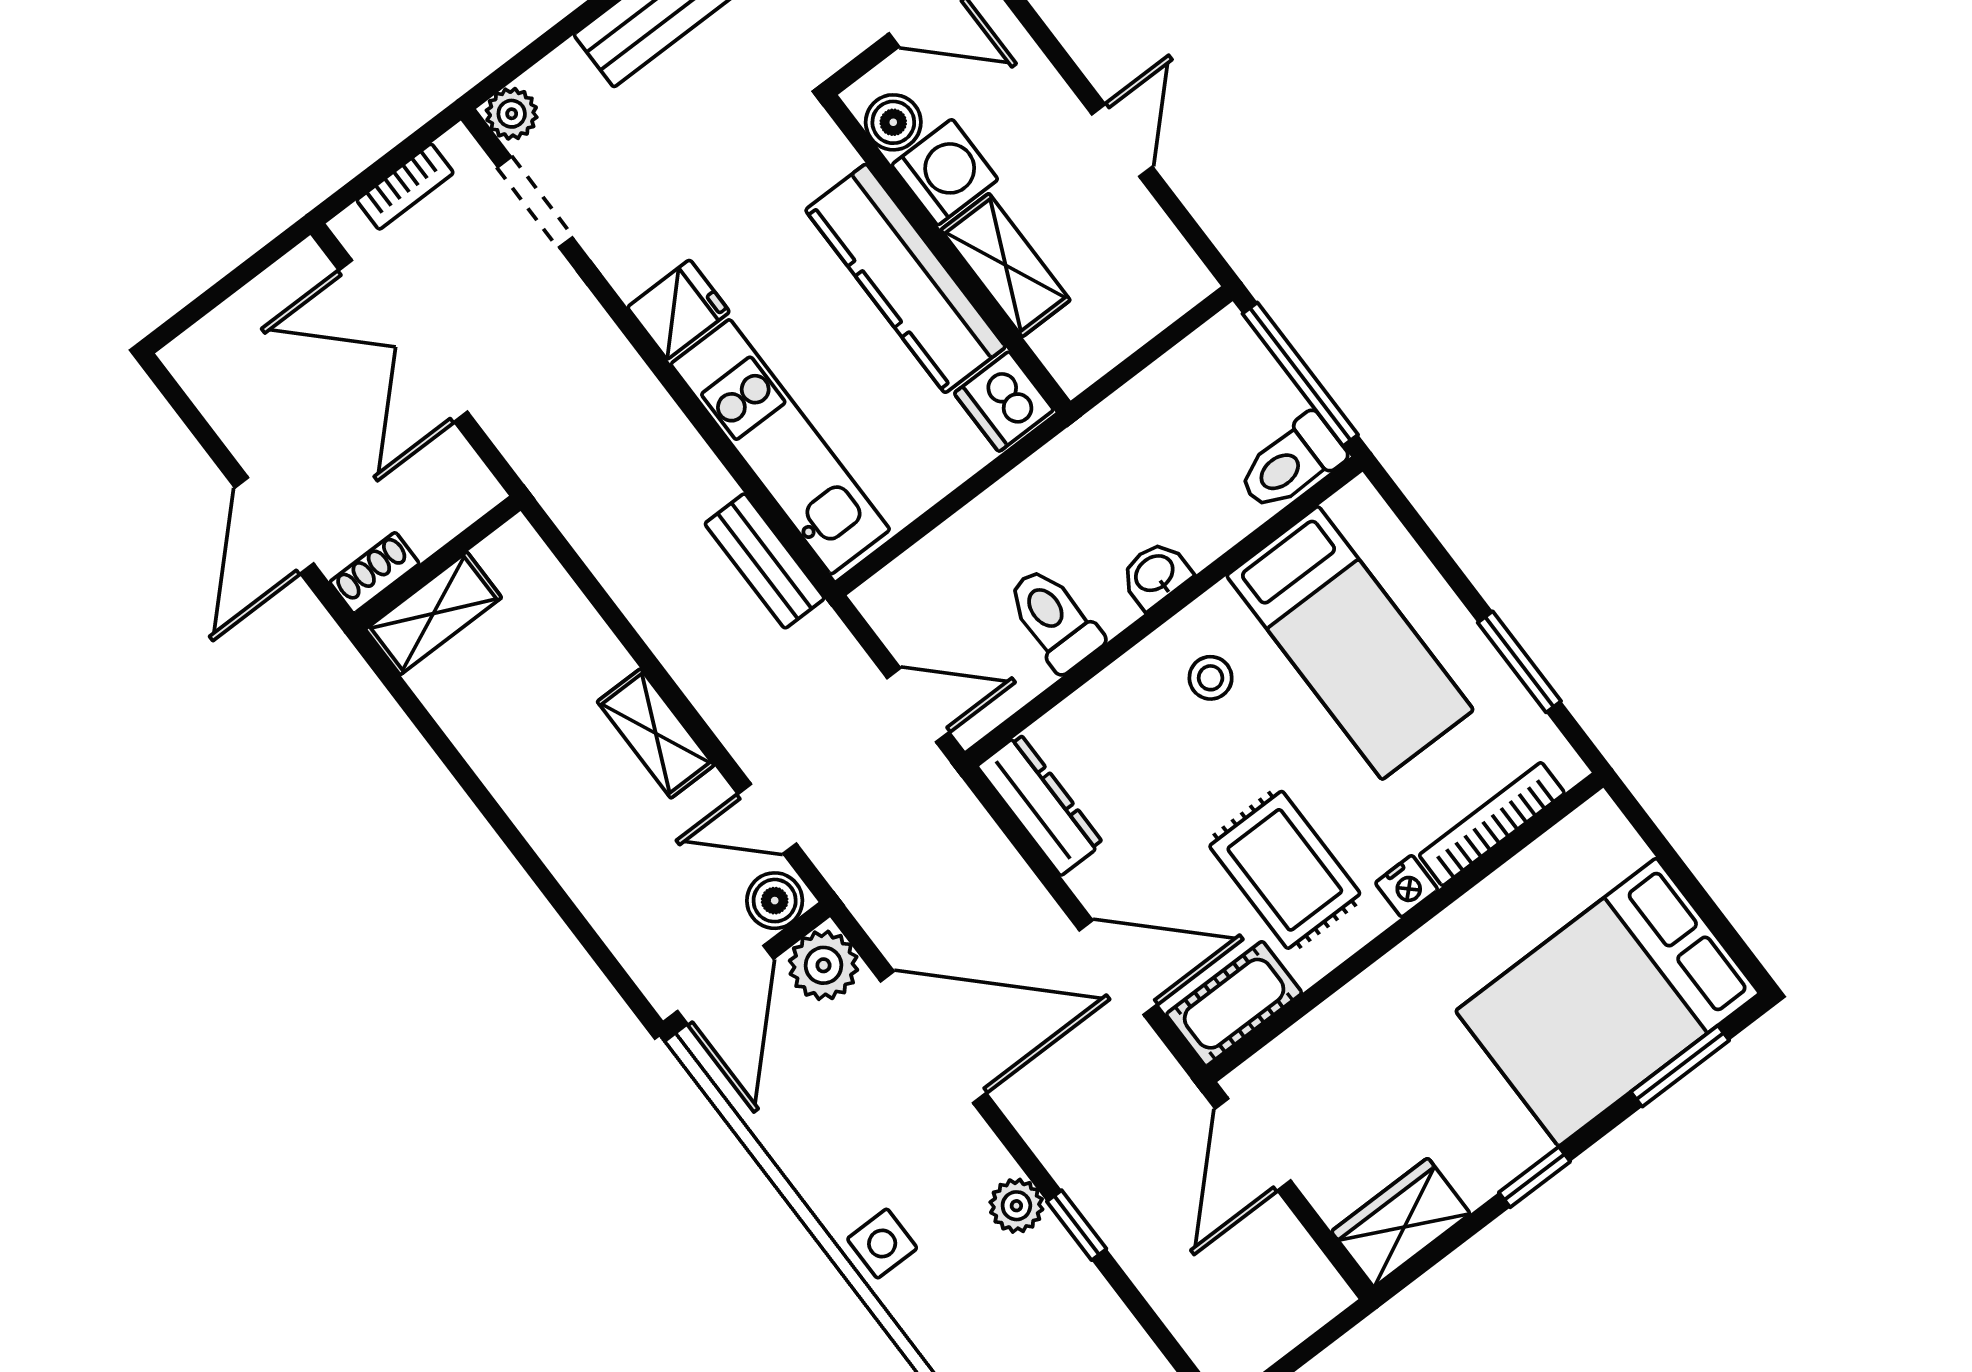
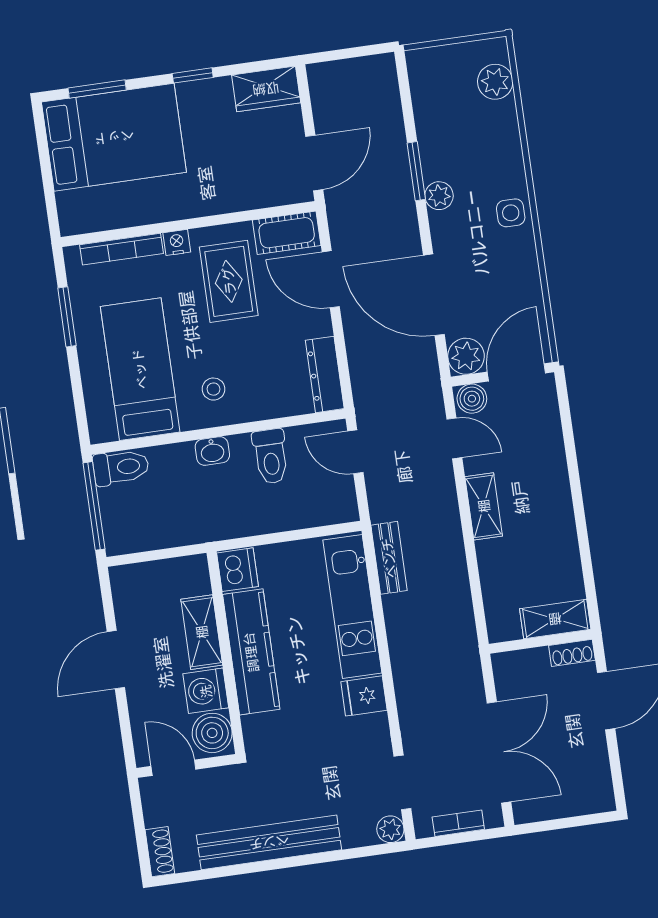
boiler: (893, 122) -> (212, 733), width x1.36, depth x1.36
door: (1122, 140) -> (116, 660), width x1.38
window: (1077, 1225) -> (416, 171), width x1.50

